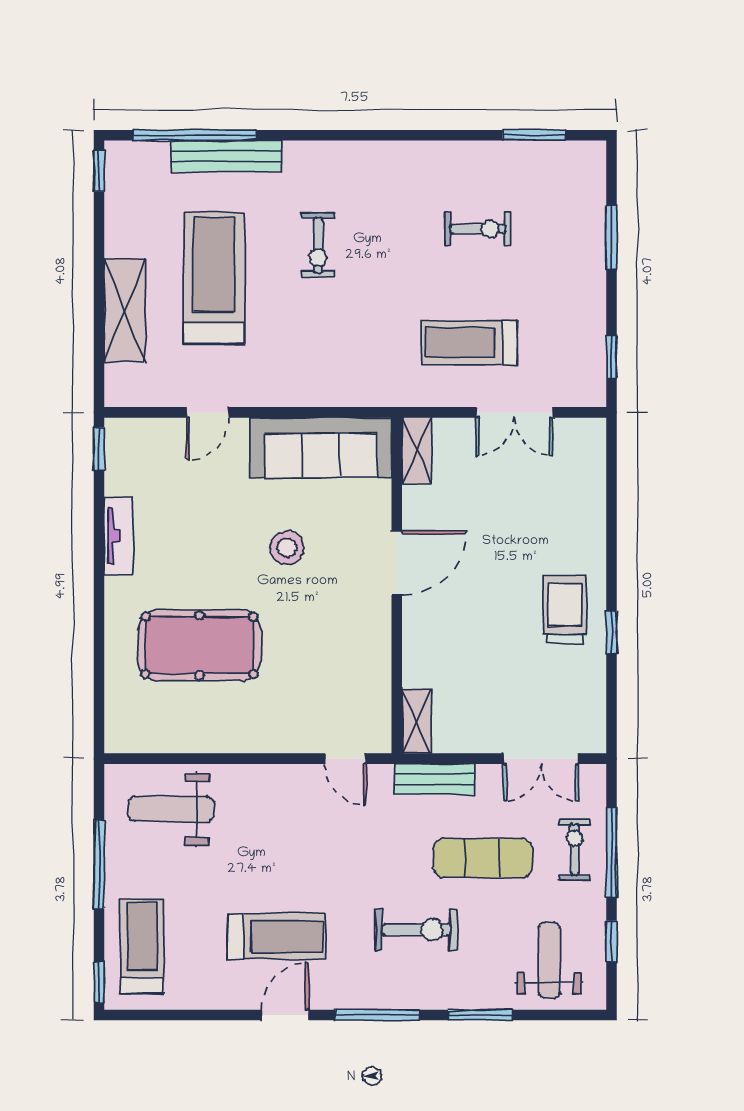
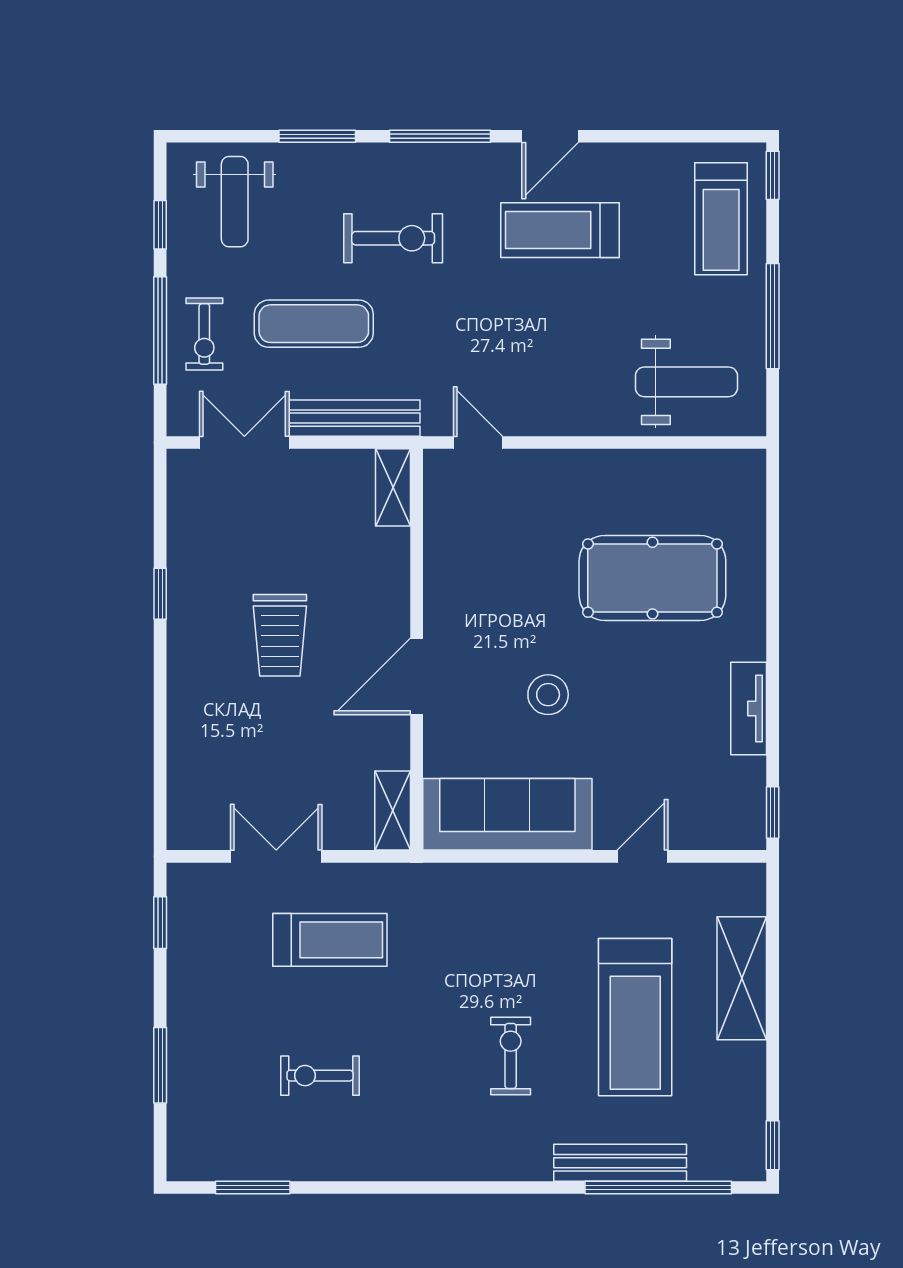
trolley: (565, 609) -> (280, 635), moved
bench: (434, 779) -> (355, 418), width x1.36
exercise bike: (416, 930) -> (393, 238), turned 180

